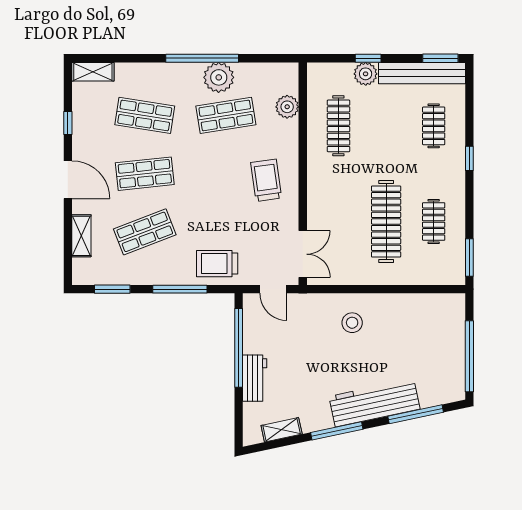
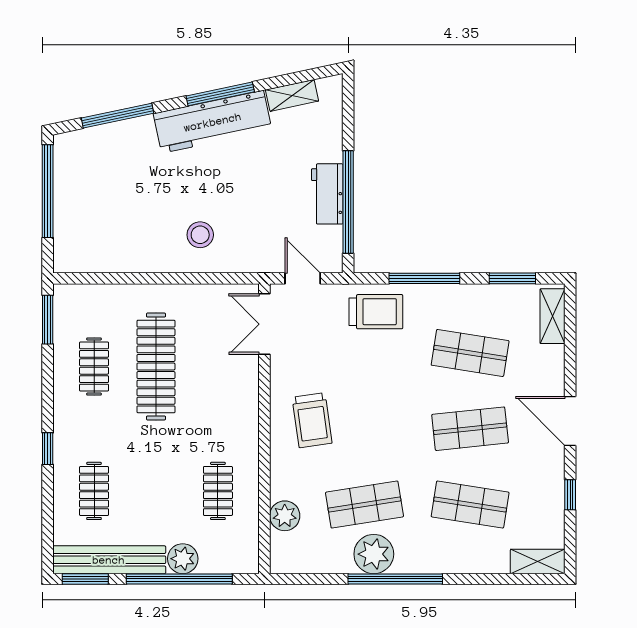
window: (368, 58) -> (179, 579), width x3.17
clothes rail: (338, 126) -> (218, 491), width x0.73
shop shelf: (145, 232) -> (470, 353), turned 30
shelving: (81, 236) -> (553, 316), moved
workbench: (255, 378) -> (327, 194), moved
workbench: (374, 403) -> (213, 122), moved

